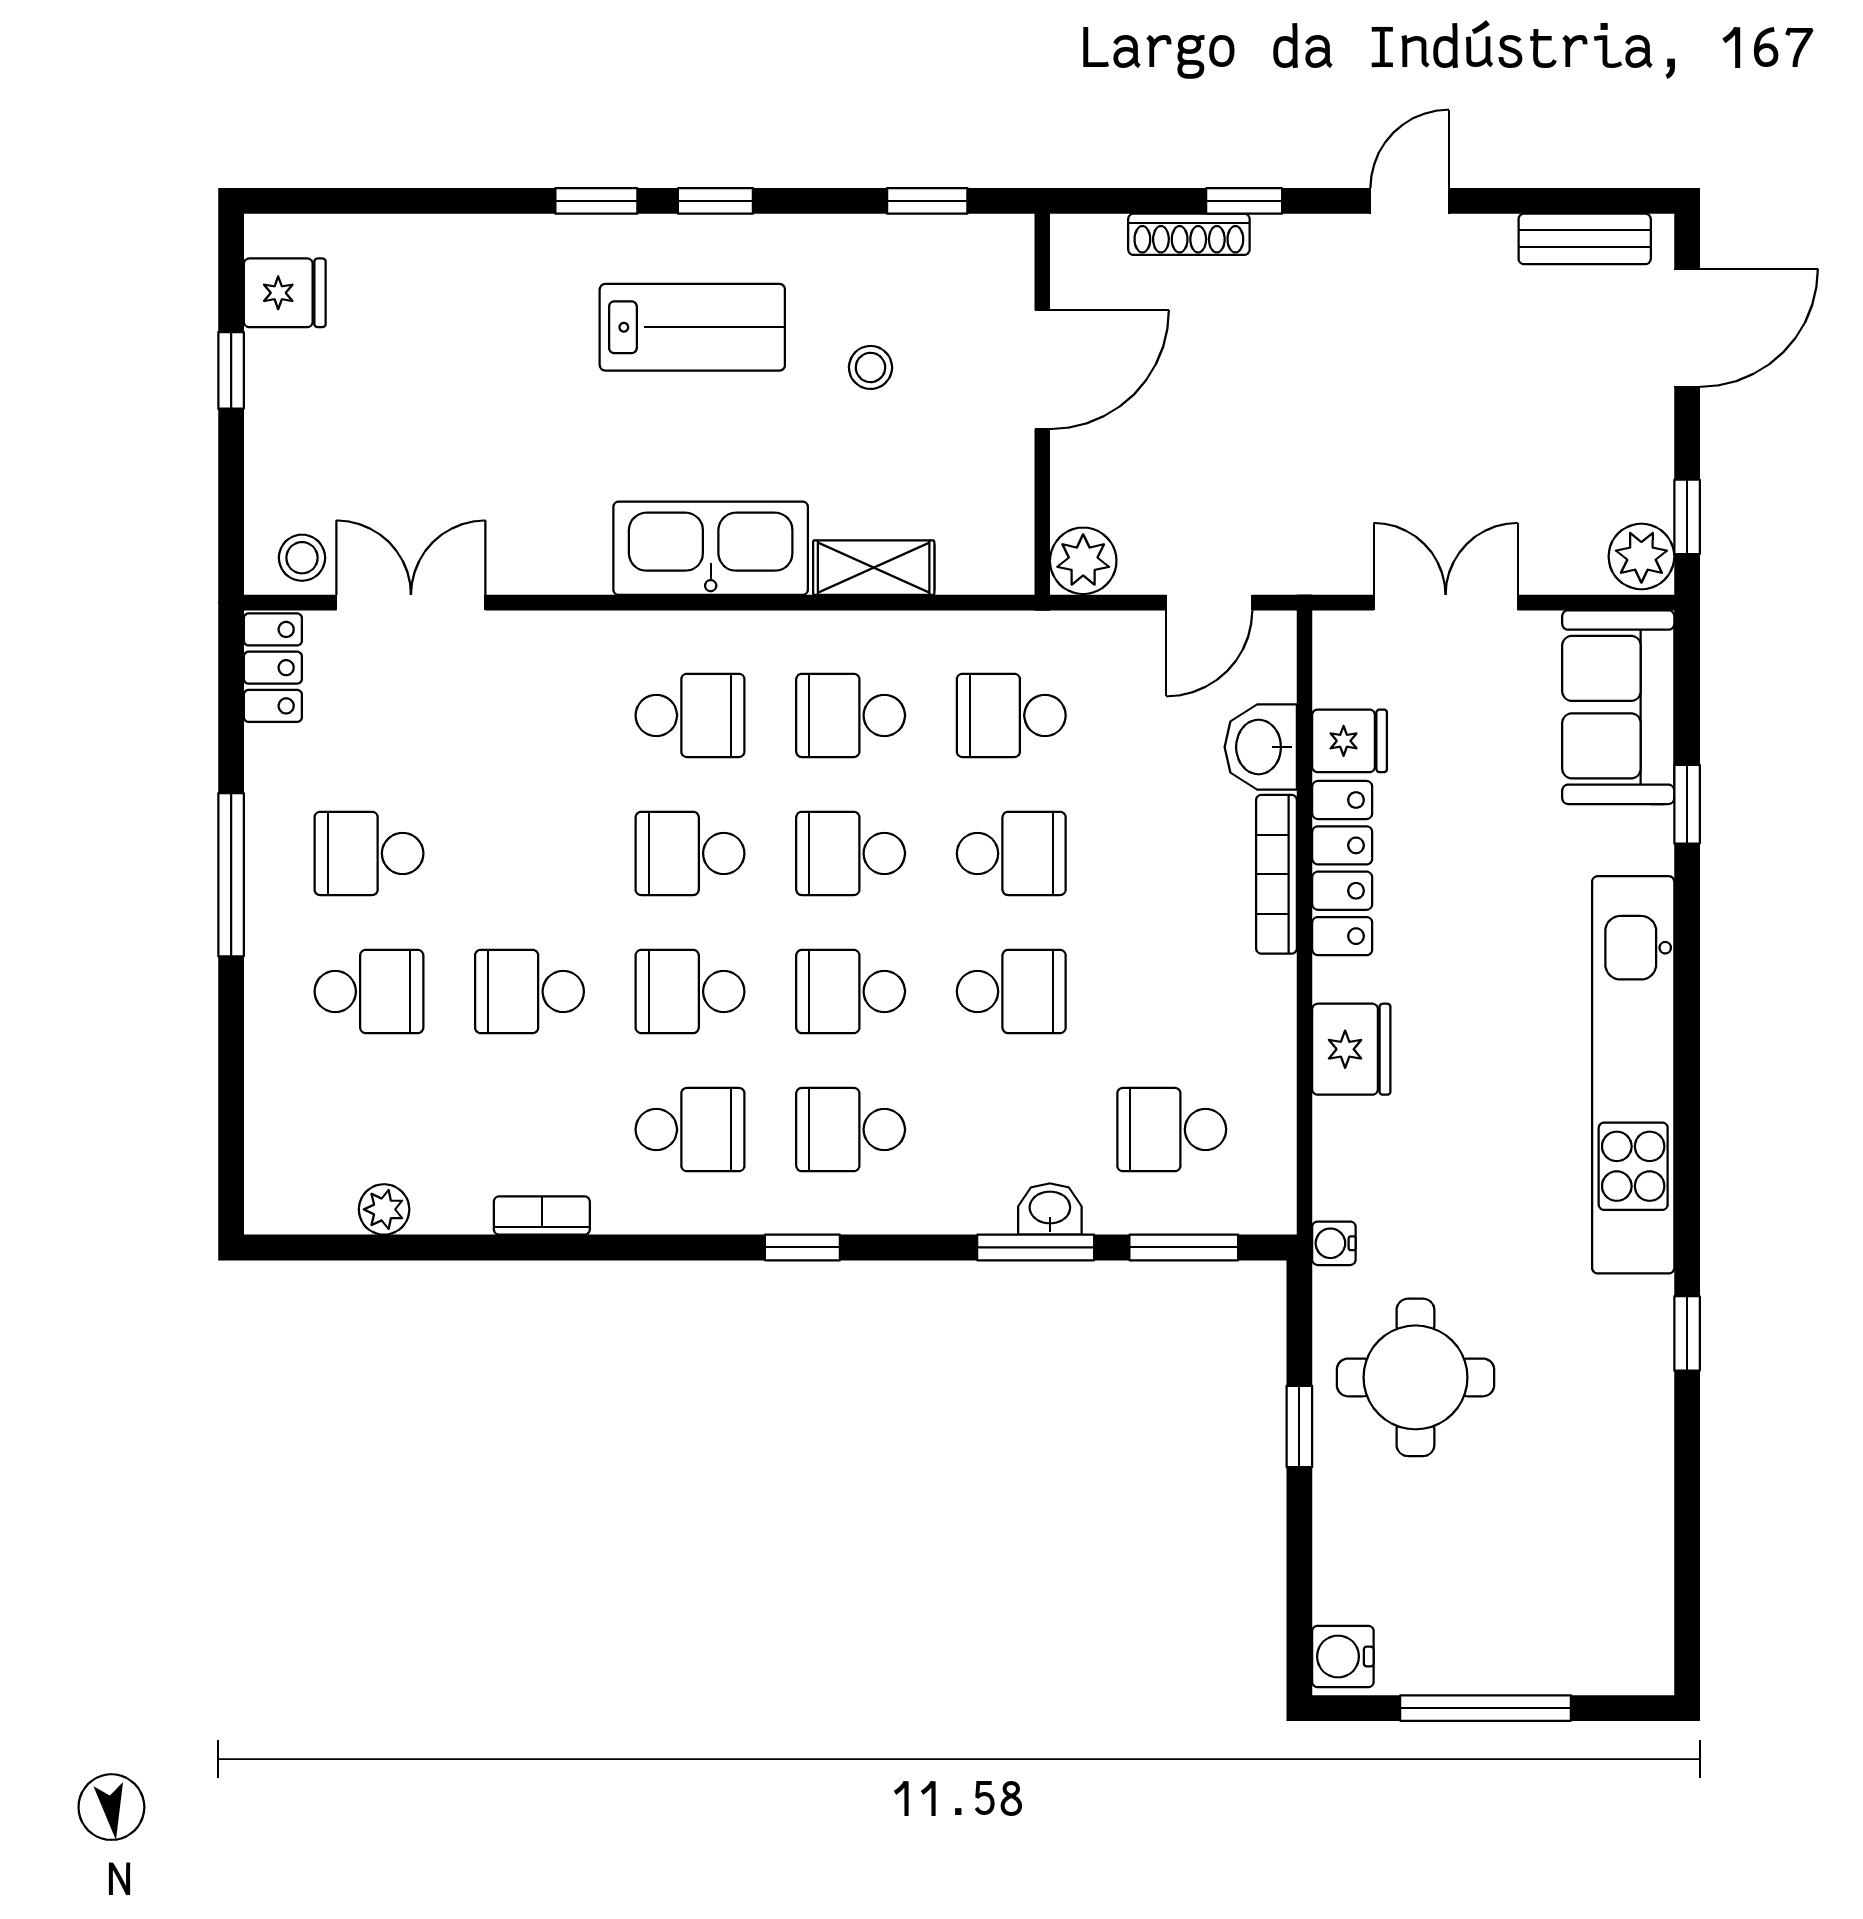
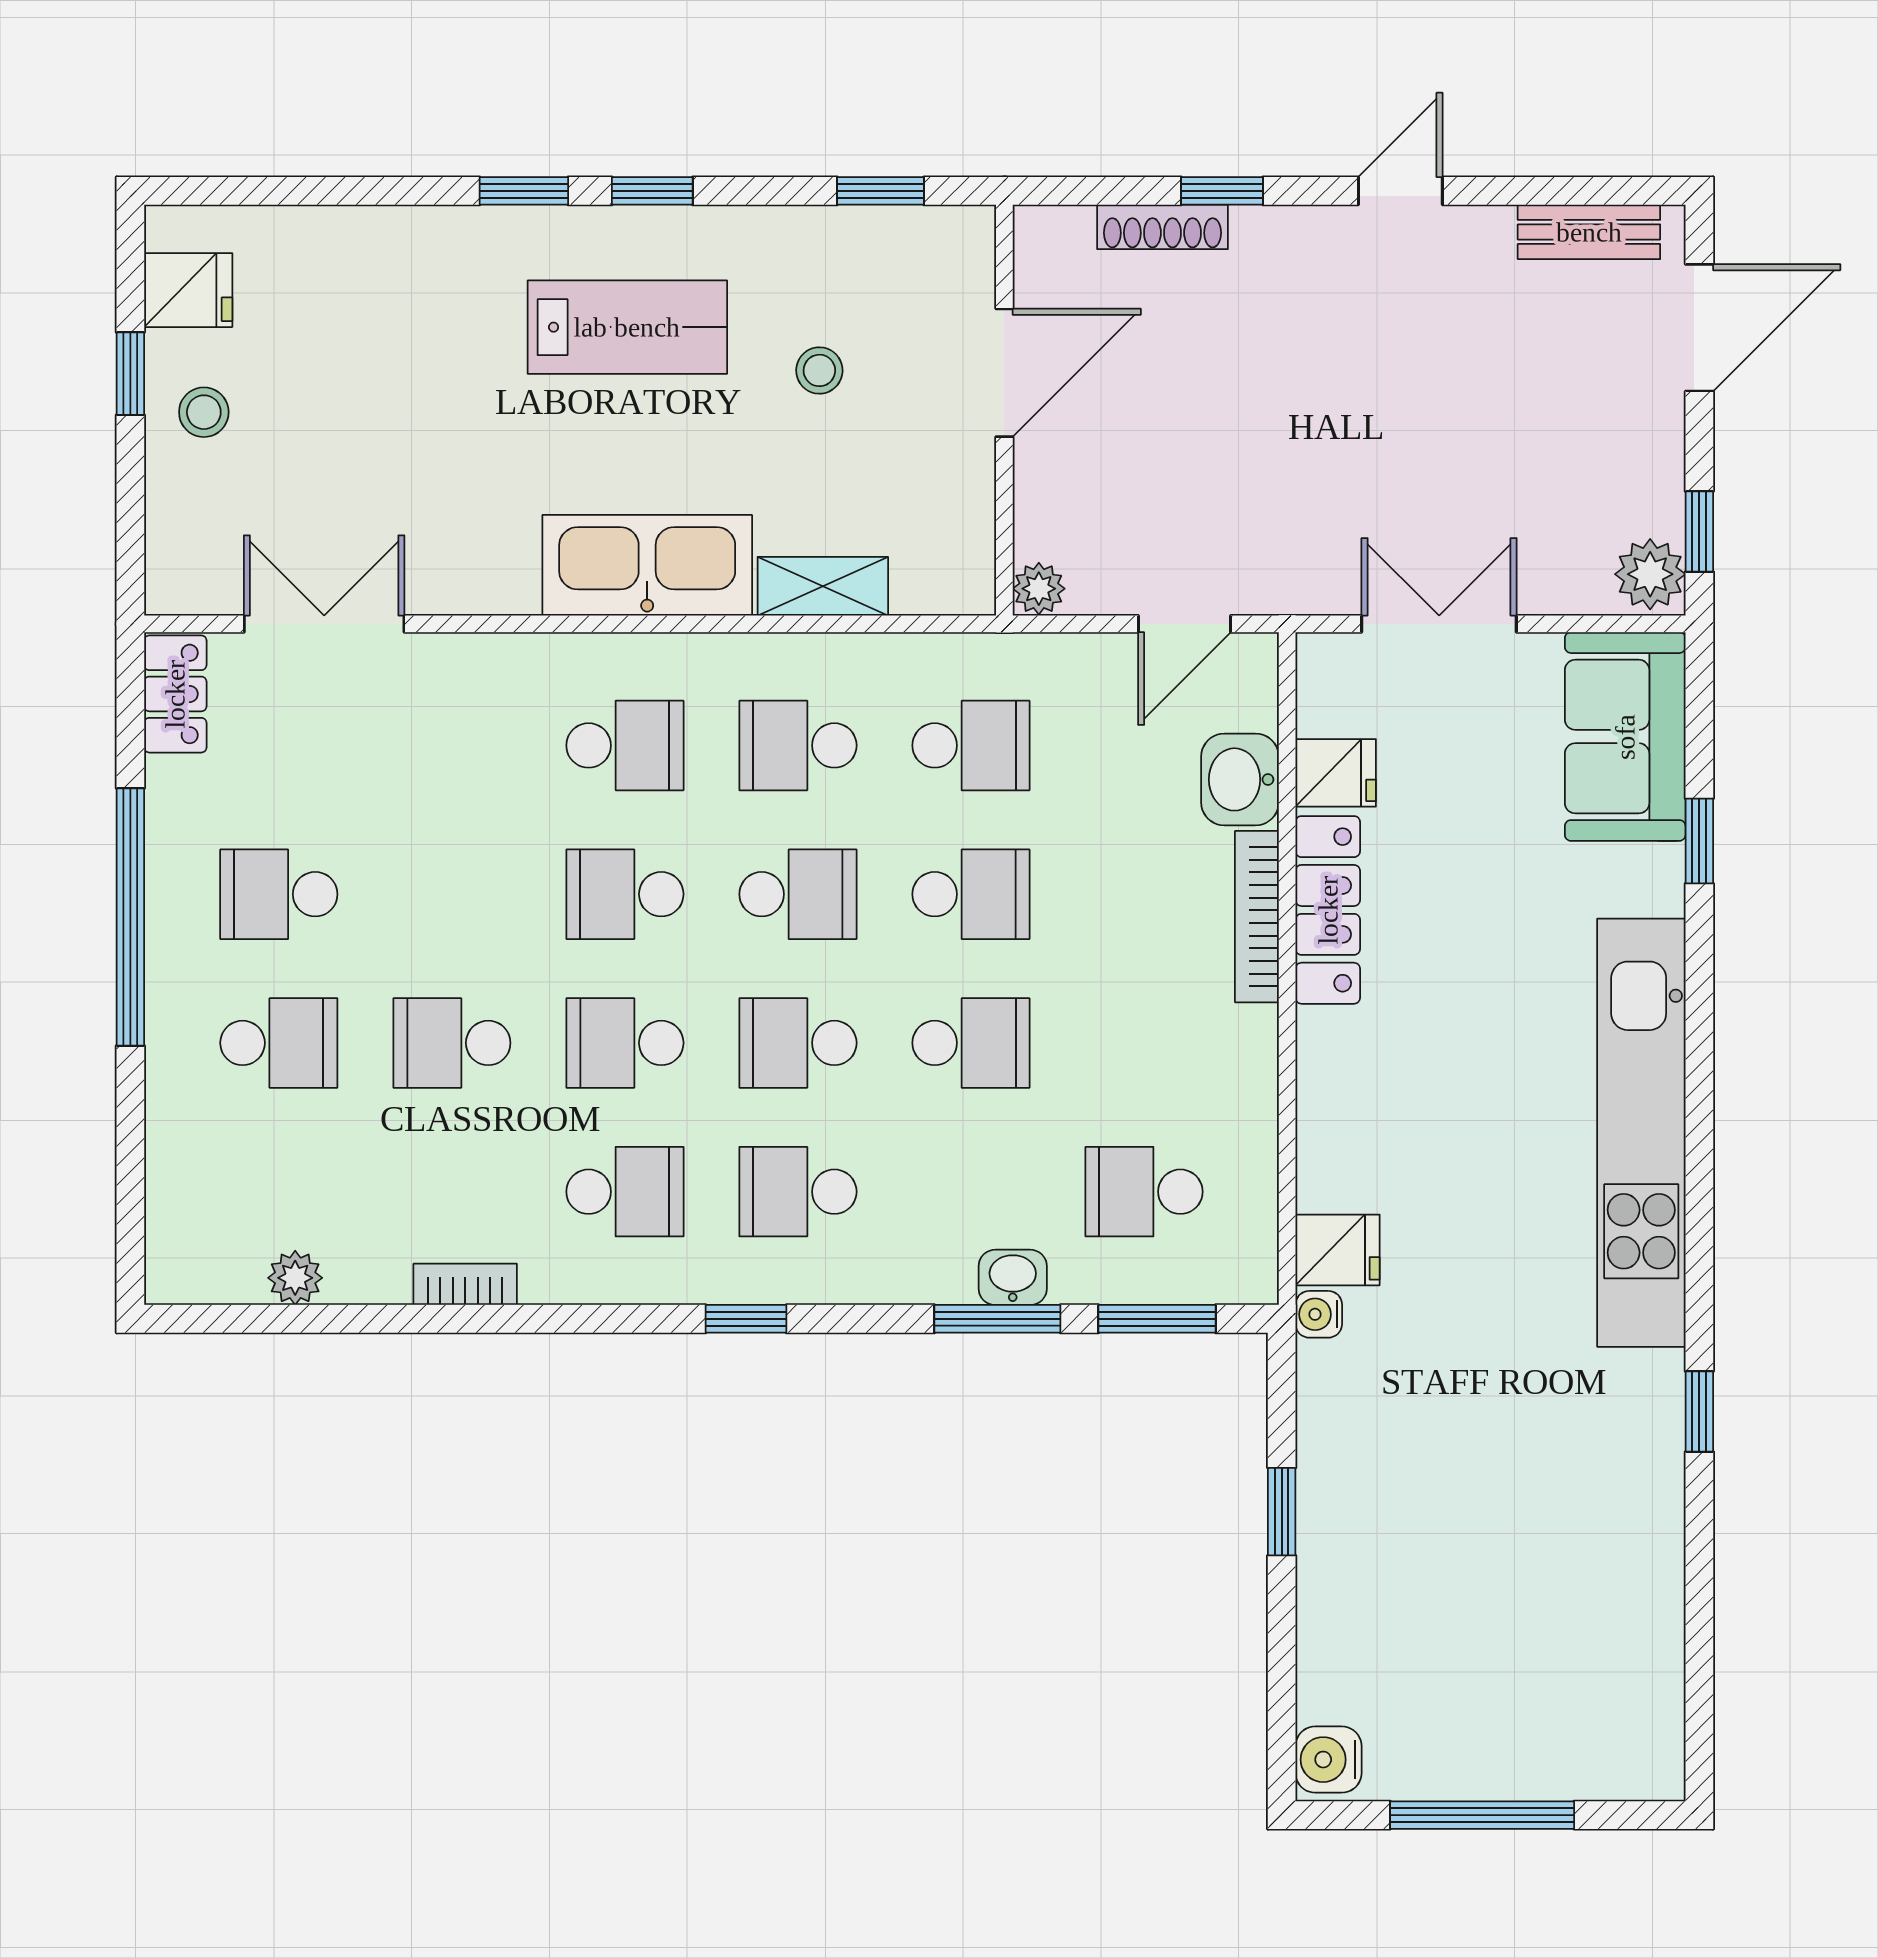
stool: (302, 558) -> (204, 412), moved
plant: (1083, 561) -> (1039, 589), width x0.73, depth x0.73
school desk: (1011, 715) -> (971, 745), turned 180
school desk: (851, 853) -> (798, 894), turned 180
window: (231, 875) -> (130, 917), width x1.46
fridge: (1351, 1049) -> (1338, 1250), moved, width x0.72
round table: (1415, 1377) -> (1407, 1459), removed

